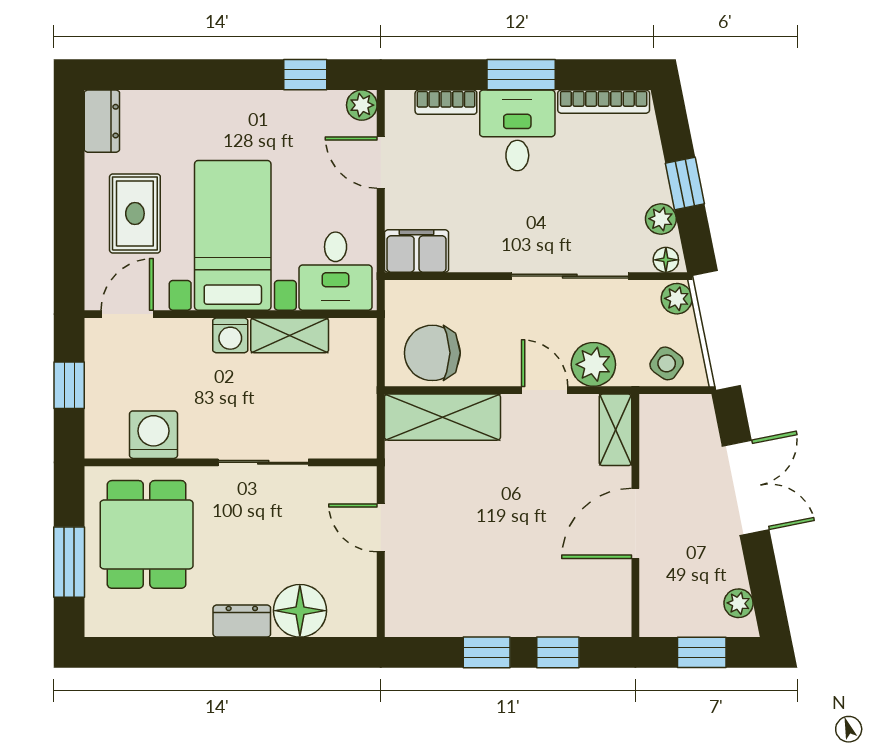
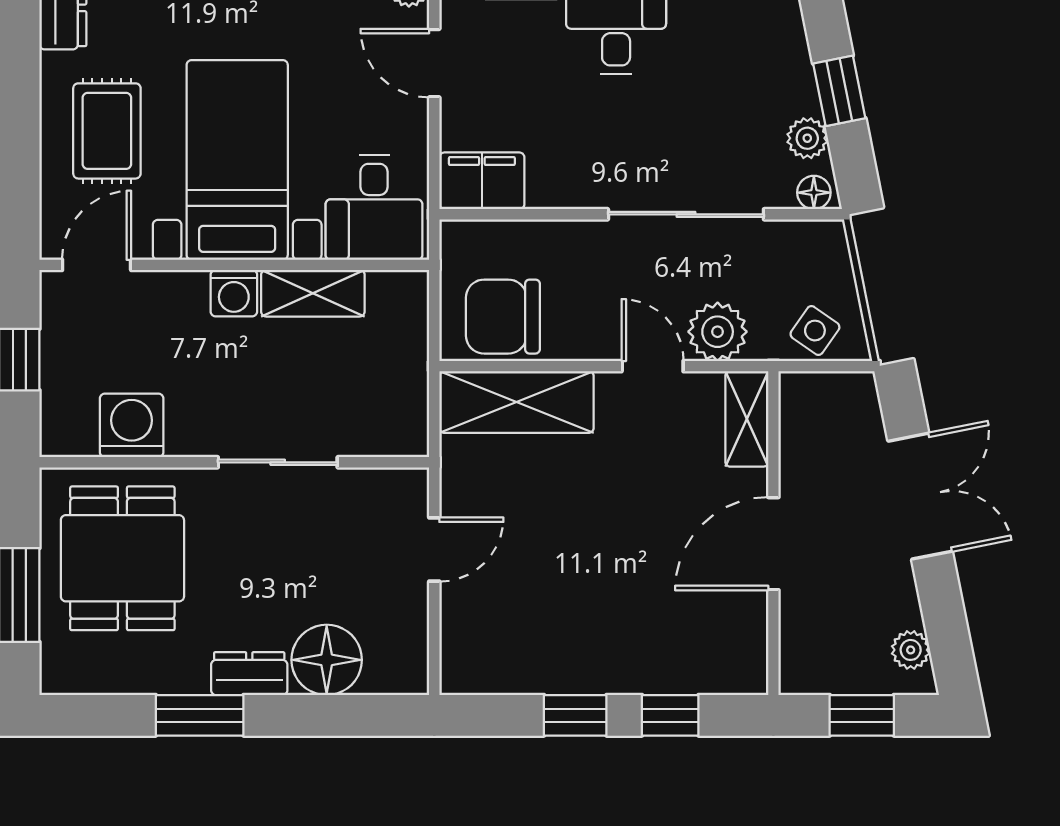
plant: (677, 299) -> (828, 244), removed
door: (381, 528) -> (434, 549), swing flipped
window: (205, 652) -> (200, 715), added

